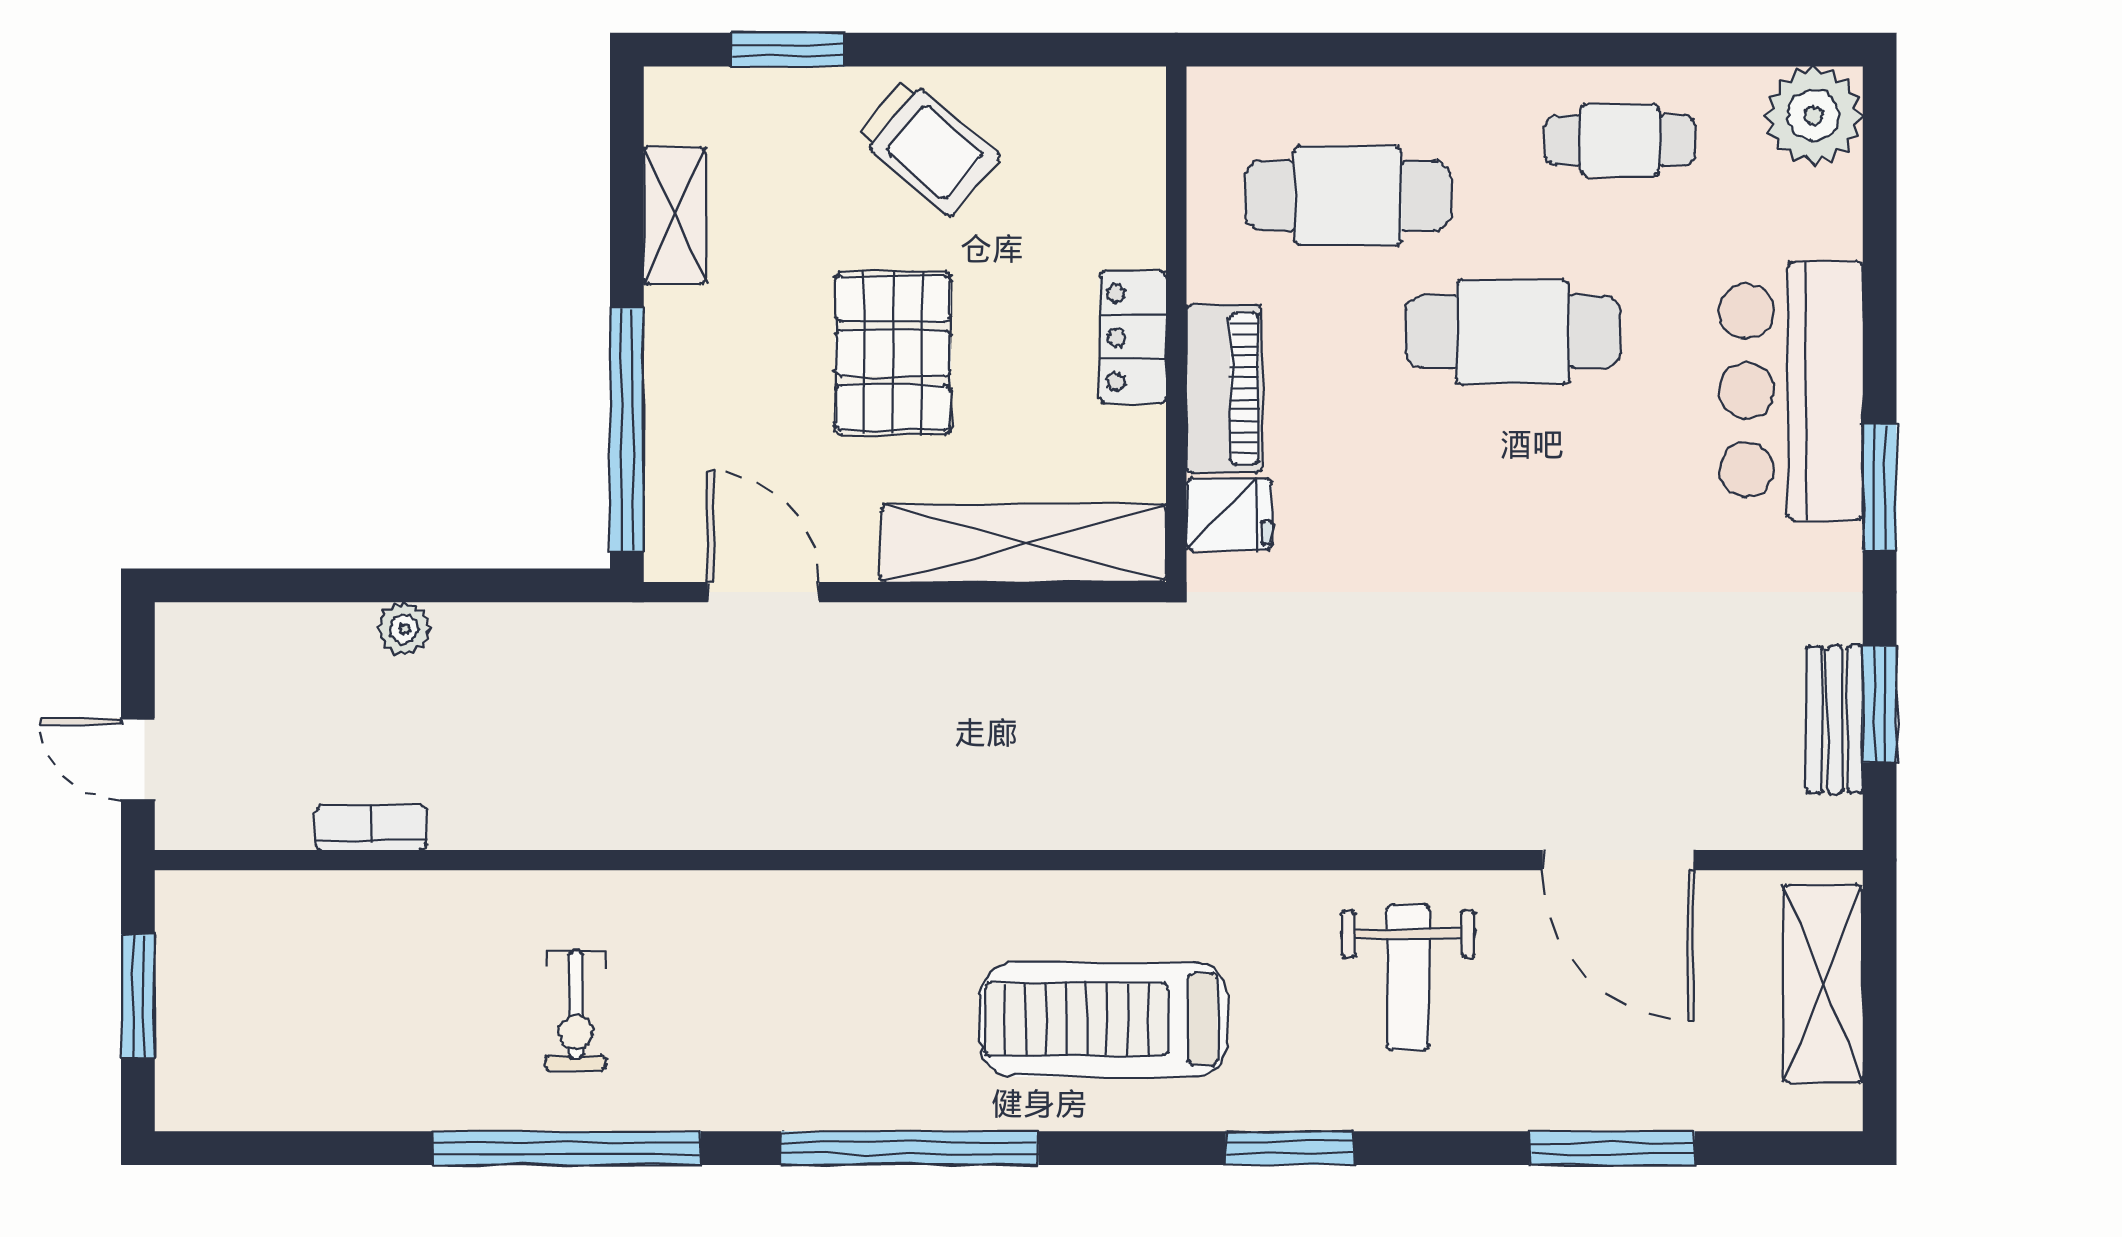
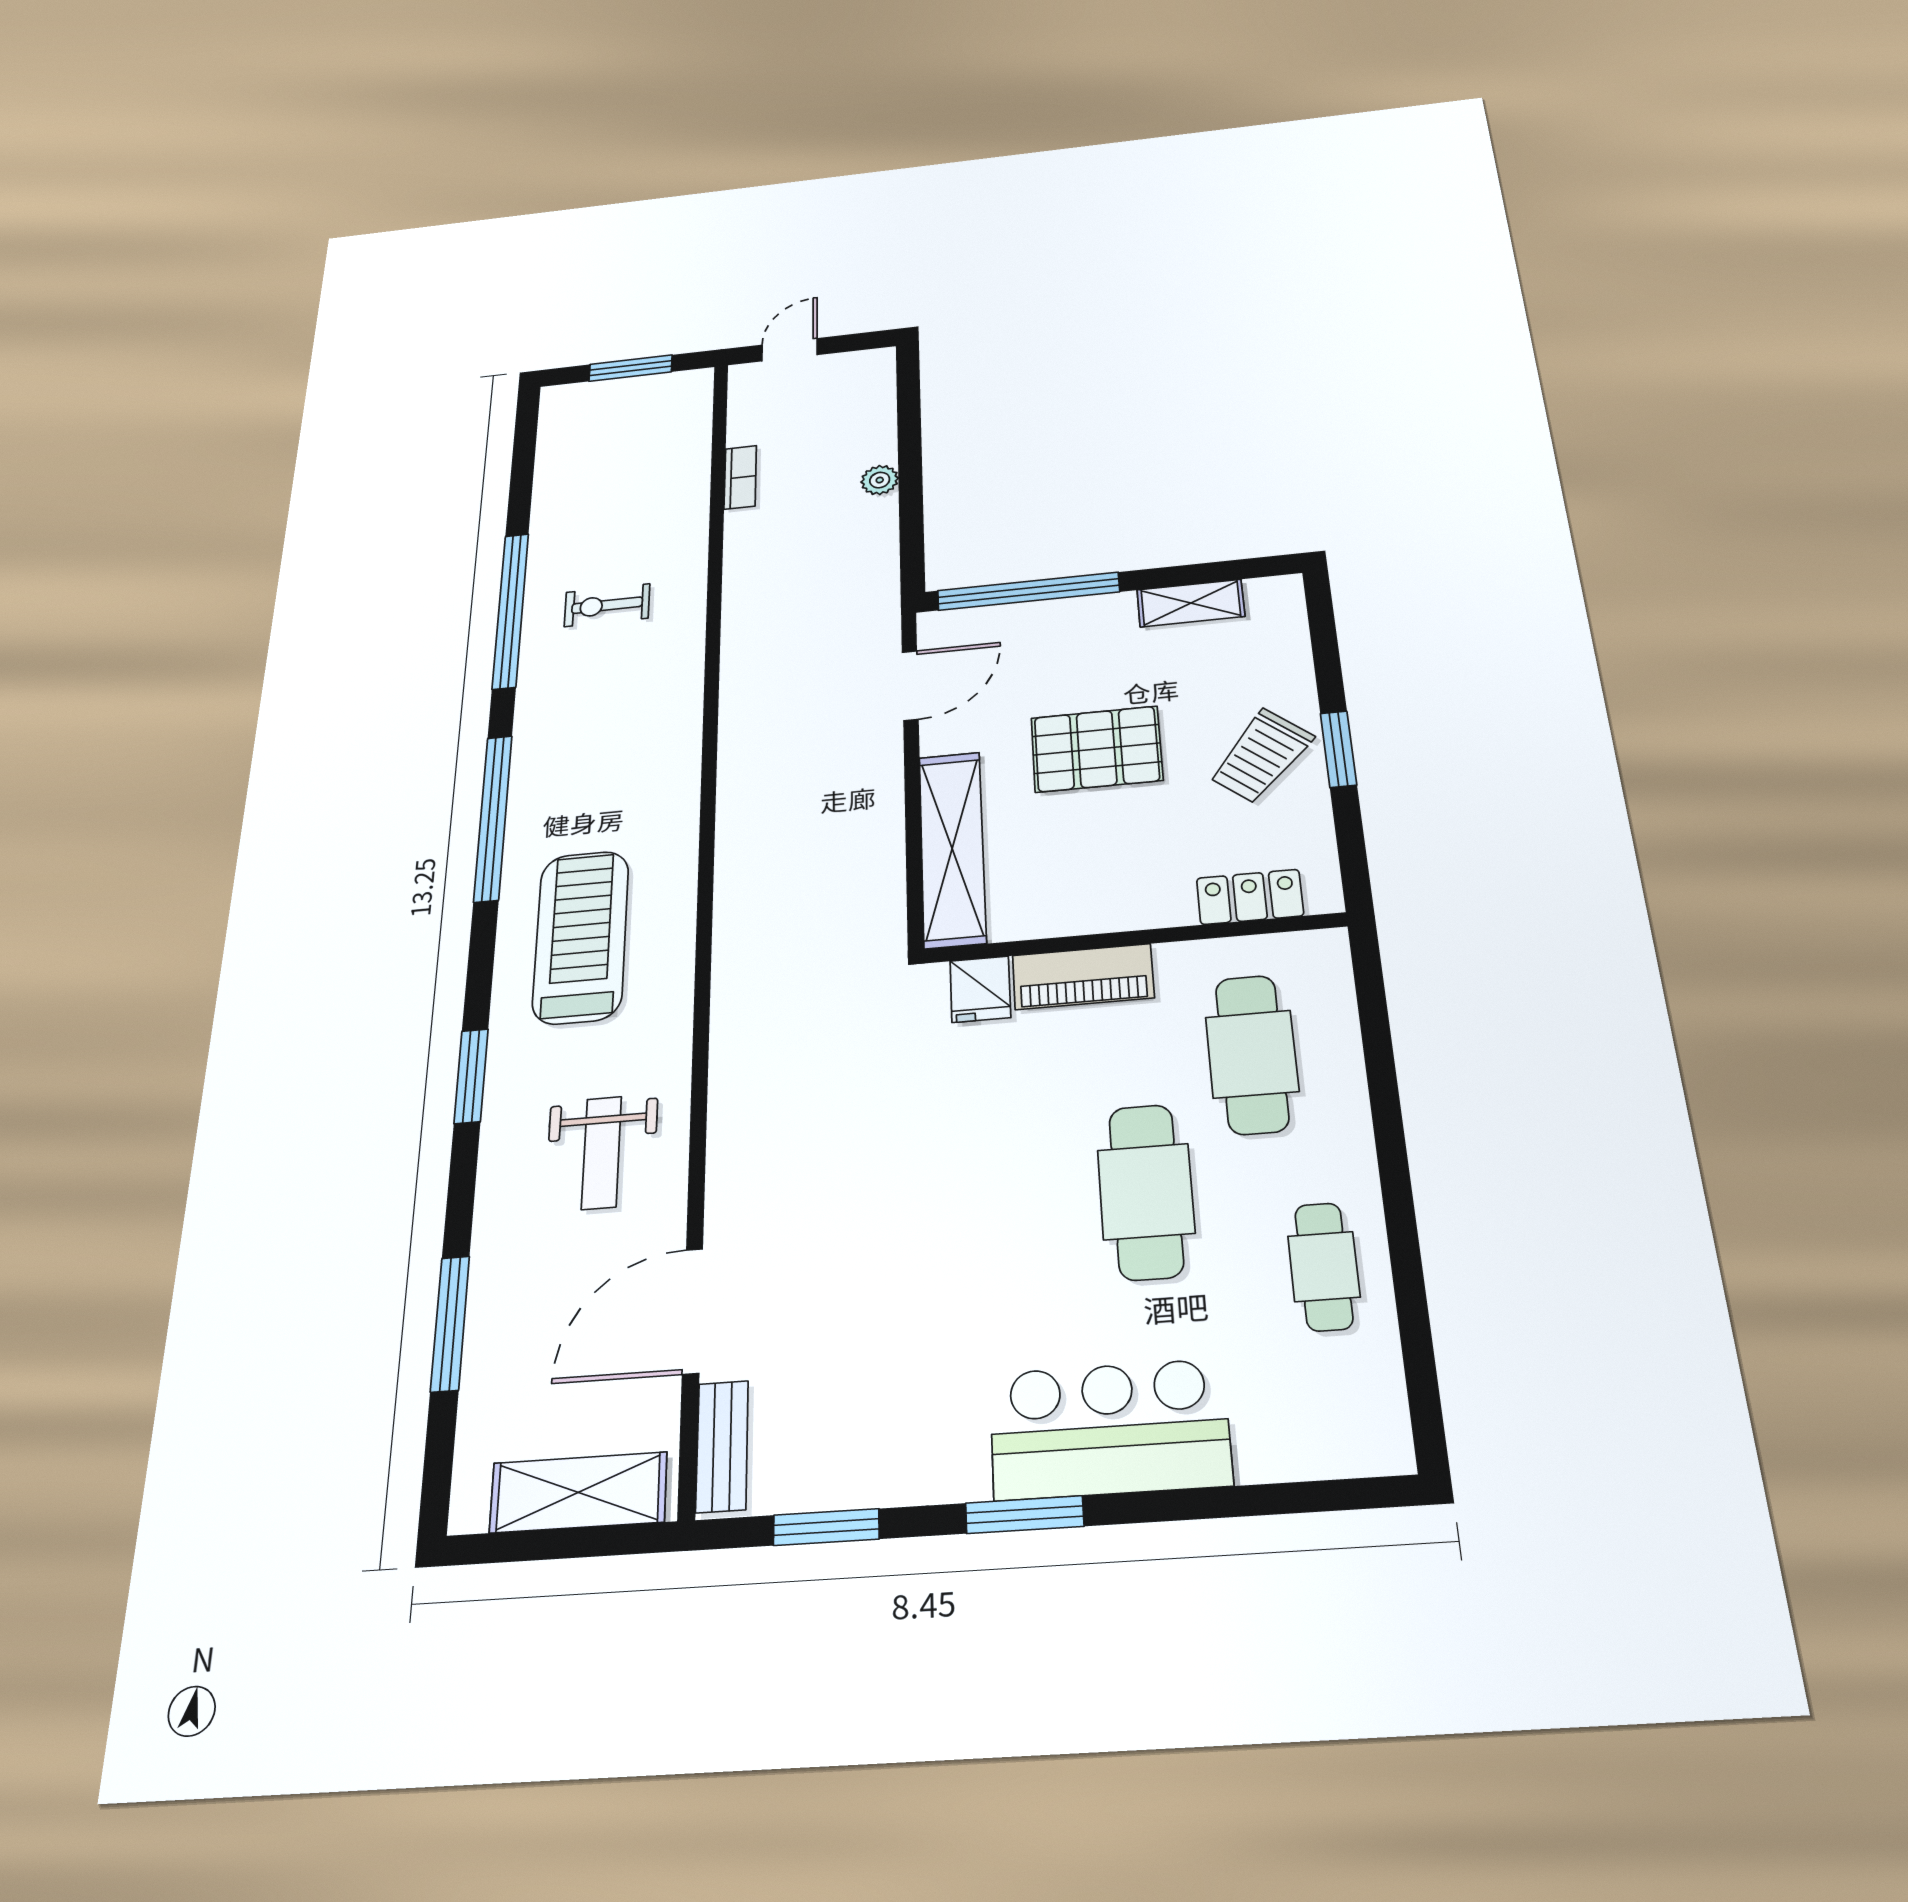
window: (788, 50) -> (1338, 749), moved
plant: (1814, 115) -> (1366, 1433), removed
locker: (1133, 337) -> (1250, 897), moved
bench: (1835, 719) -> (722, 1446), moved, turned 90
weight bench: (1408, 978) -> (602, 1153), turned -90

